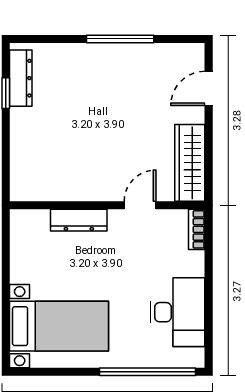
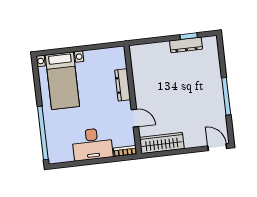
dresser: (21, 78) -> (186, 45), moved
door: (209, 88) -> (217, 147), moved
desk: (178, 312) -> (92, 144), moved

